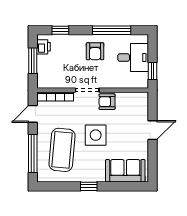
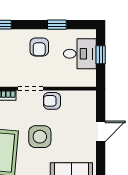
window: (112, 30) -> (57, 25), width x0.46
window: (153, 71) -> (101, 55), moved

